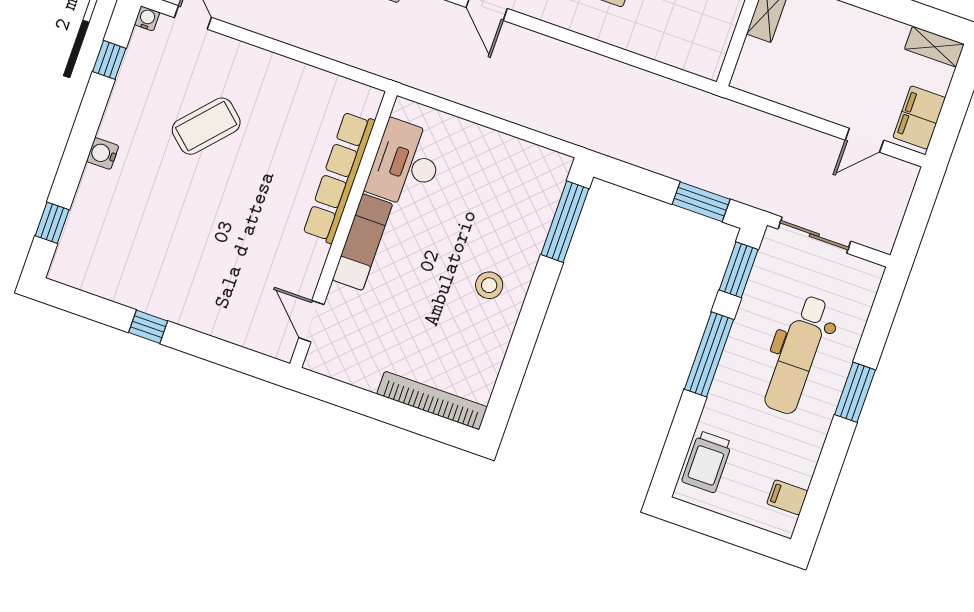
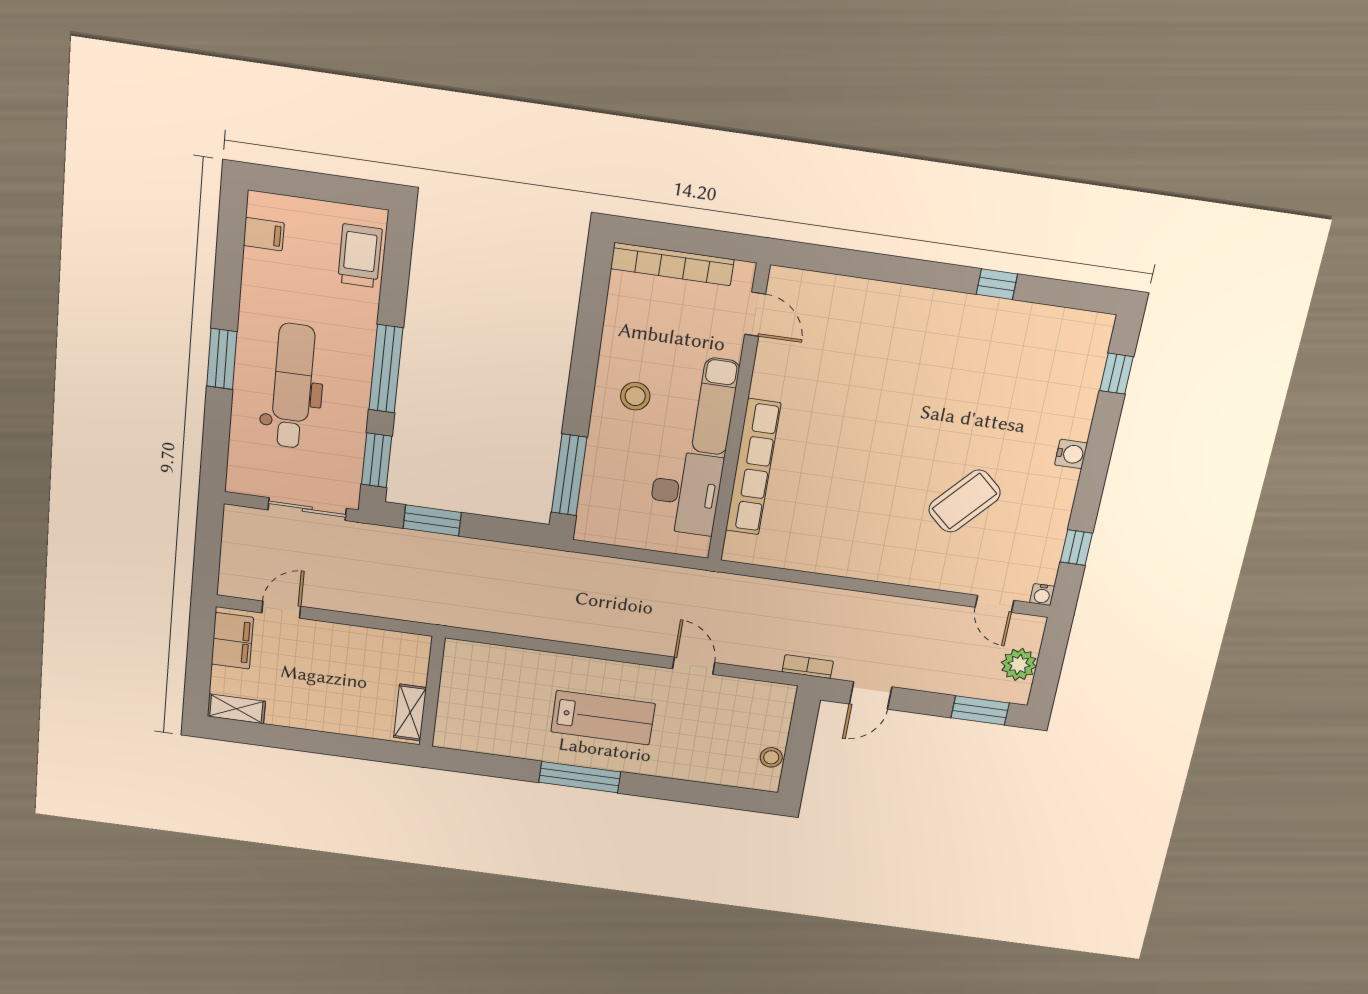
desk: (406, 164) -> (686, 493), moved
row of seats: (339, 177) -> (753, 467), moved
wall: (343, 230) -> (738, 415), moved
exam couch: (362, 242) -> (716, 406), moved
door: (311, 321) -> (755, 314), moved

